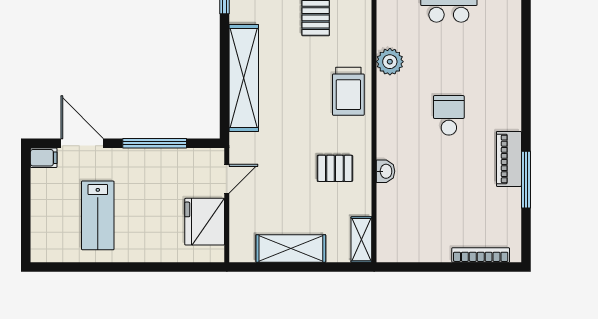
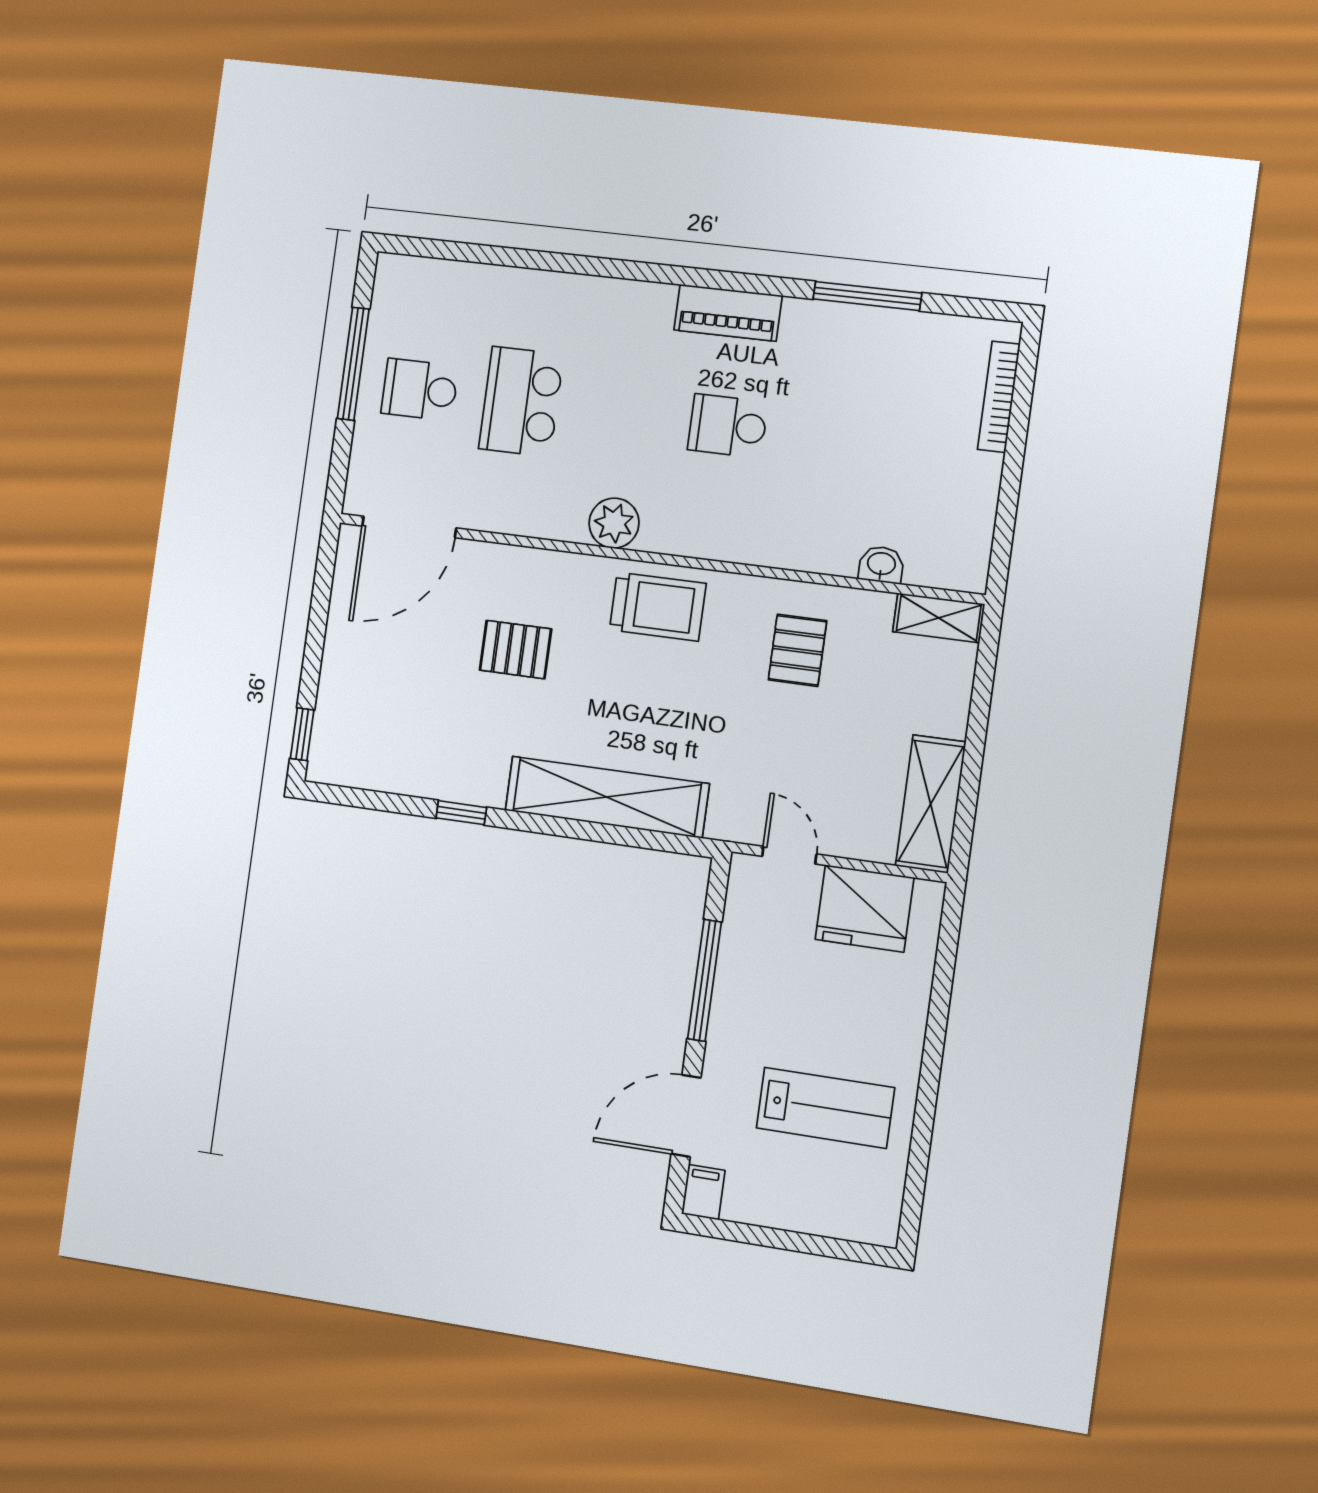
piano: (509, 159) -> (728, 313), moved
washbasin: (386, 171) -> (881, 565), moved
shelving: (291, 248) -> (931, 804), moved

